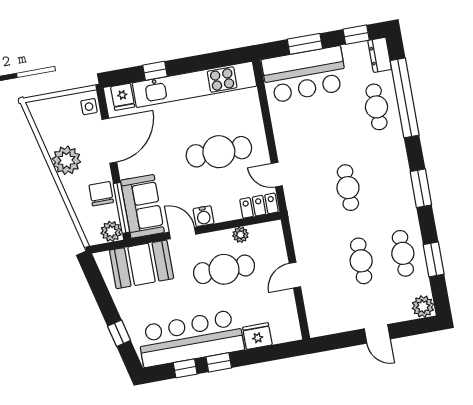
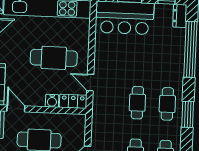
cafe table: (376, 107) -> (167, 104), moved
water cooler: (203, 216) -> (52, 101), moved
plant: (240, 235) -> (56, 119), removed

